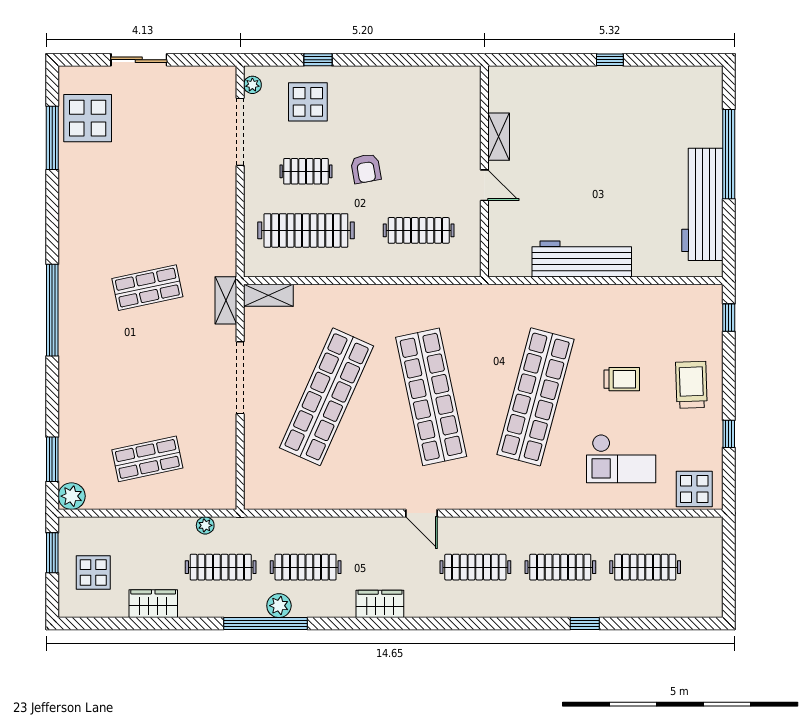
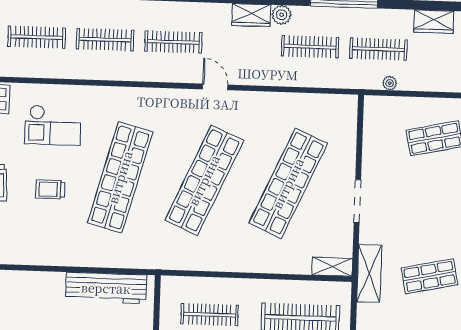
workbench: (582, 259) -> (106, 288), moved
shelving: (226, 300) -> (369, 273), width x1.50, depth x1.33
doorway: (240, 378) -> (357, 201), width x0.73
shop shelf: (431, 397) -> (204, 180), turned 36
checkout: (621, 459) -> (53, 125), turned 180
plant: (279, 606) -> (282, 15), moved

